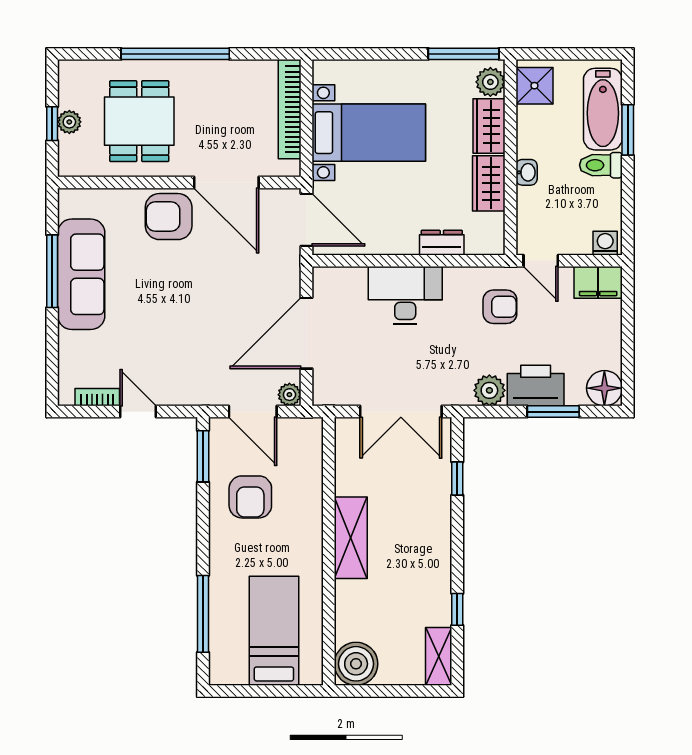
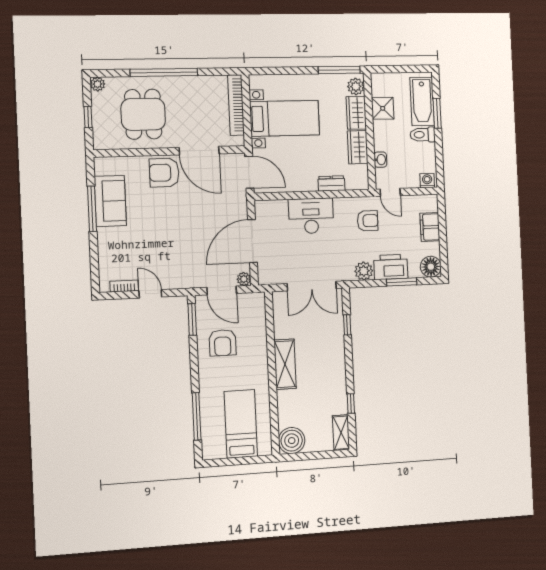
shower: (534, 86) -> (383, 108), moved
plant: (69, 122) -> (98, 84), moved
washbasin: (527, 172) -> (380, 160), moved
sofa: (81, 274) -> (110, 201), width x0.73
filing cabinet: (598, 282) -> (430, 227), moved, turned 90

